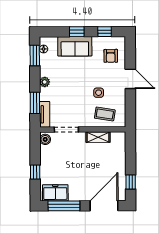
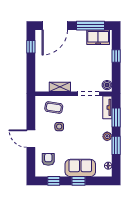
window: (35, 55) -> (116, 145), moved

